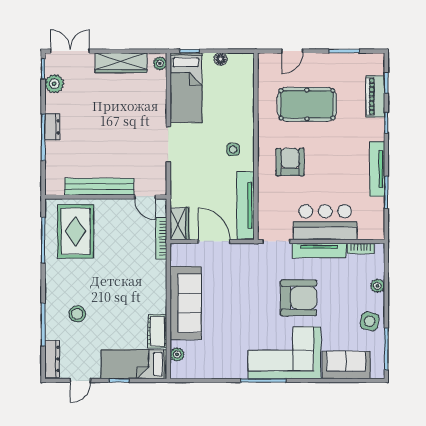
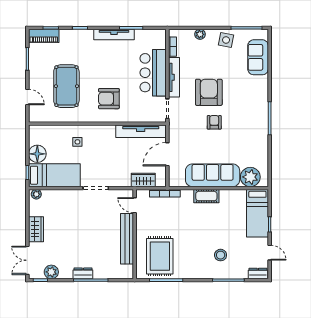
floor lamp: (220, 59) -> (37, 154), width x1.89, depth x1.89
wardrobe: (121, 63) -> (36, 229), width x0.67
piano: (375, 96) -> (44, 36), moved
side table: (233, 149) -> (77, 142), moved
door: (145, 197) -> (135, 205), swing flipped
wardrobe: (179, 224) -> (143, 180), moved
rug: (76, 231) -> (160, 256), turned 90
armchair: (258, 305) -> (214, 122), added
cot: (157, 331) -> (206, 196), moved
corner sofa: (284, 353) -> (249, 103), removed
plant: (177, 354) -> (250, 177), width x1.88, depth x1.88
dresser: (52, 359) -> (258, 273), width x0.70

